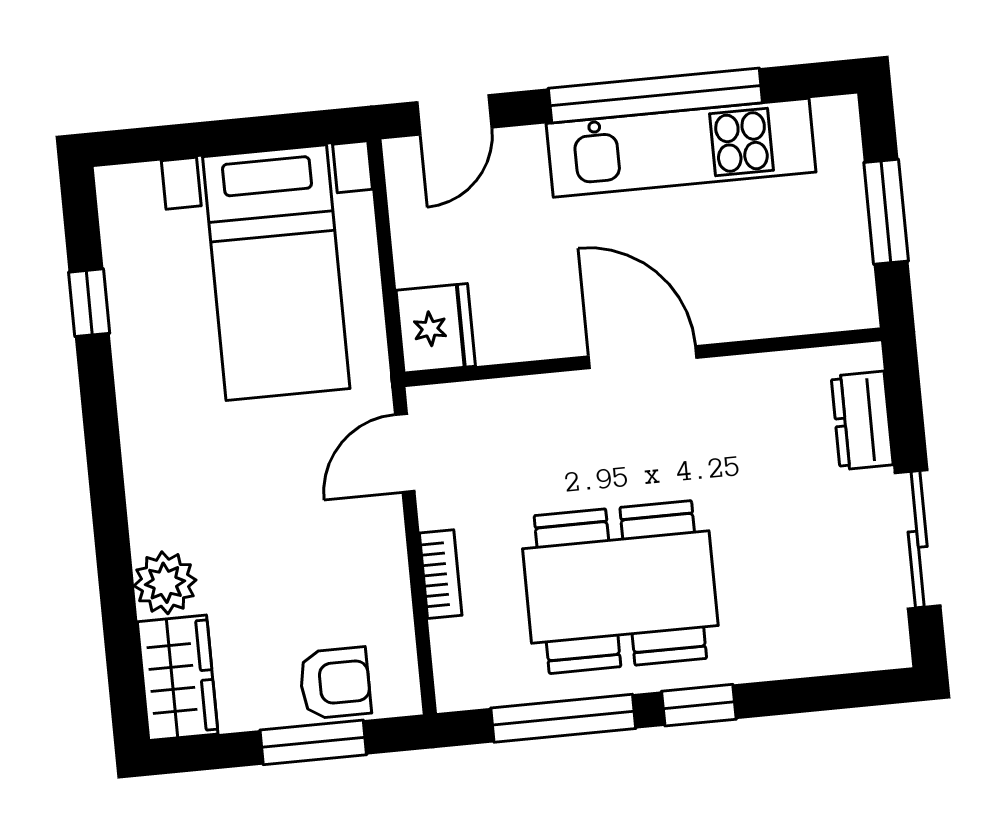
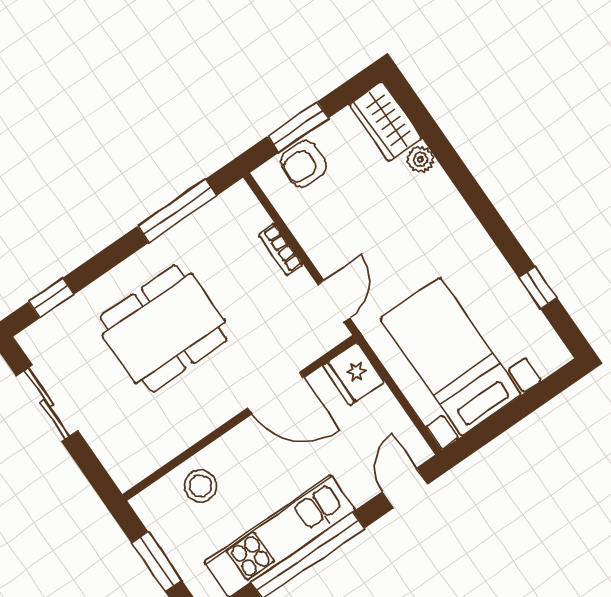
stool: (758, 289) -> (200, 486), added
door: (643, 357) -> (276, 393), moved
dresser: (862, 420) -> (109, 448), removed
plant: (165, 583) -> (420, 159), width x0.73, depth x0.73
dining table: (620, 587) -> (164, 329), moved
window: (699, 705) -> (51, 298), moved

